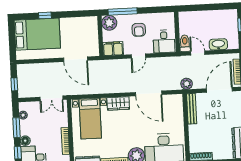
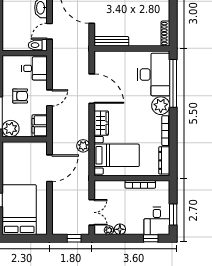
door: (138, 56) -> (49, 98), hinge flipped
plant: (187, 84) -> (83, 146), moved
door: (149, 93) -> (92, 89), hinge flipped
double door: (51, 98) -> (92, 212), moved
window: (17, 128) -> (123, 238), removed
floor lamp: (25, 141) -> (120, 229), moved

